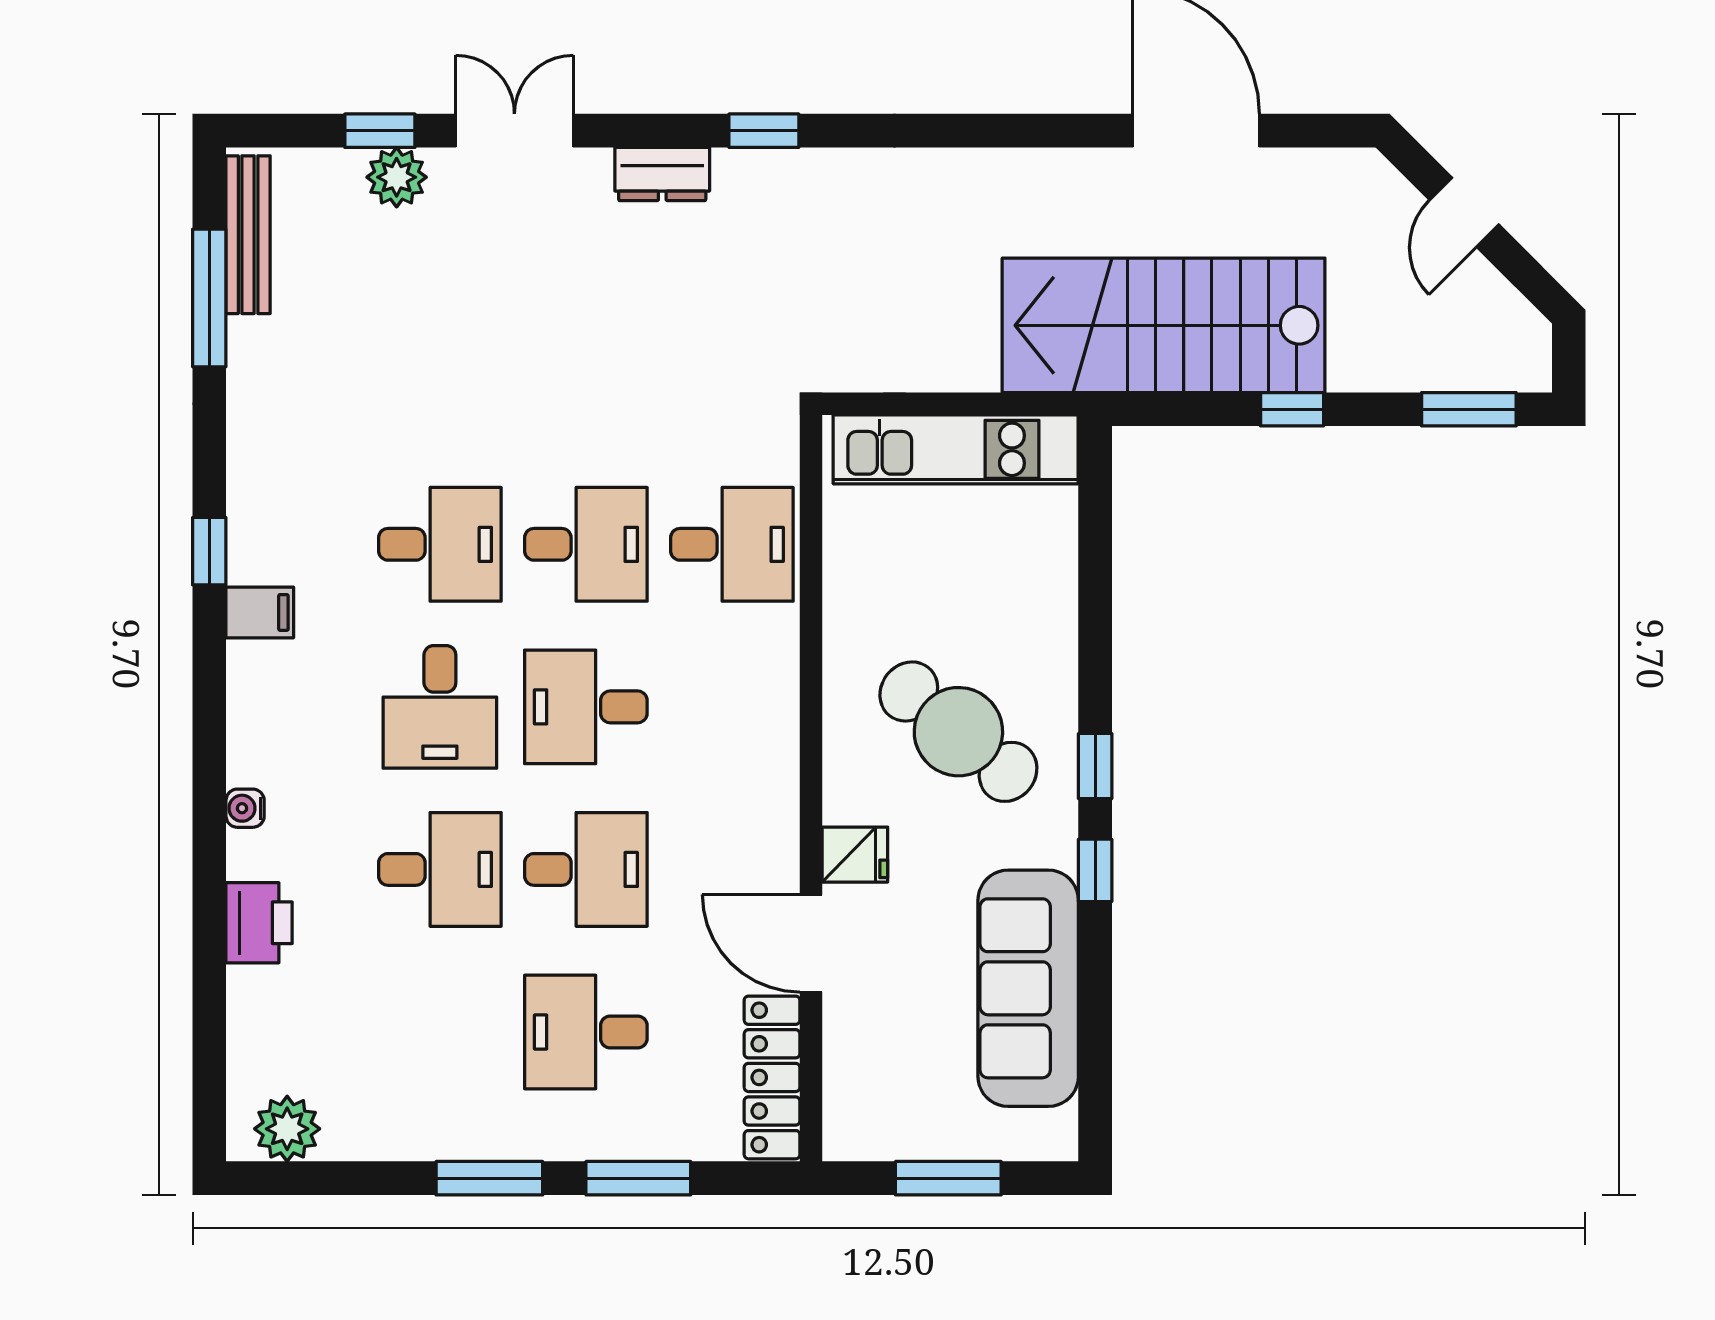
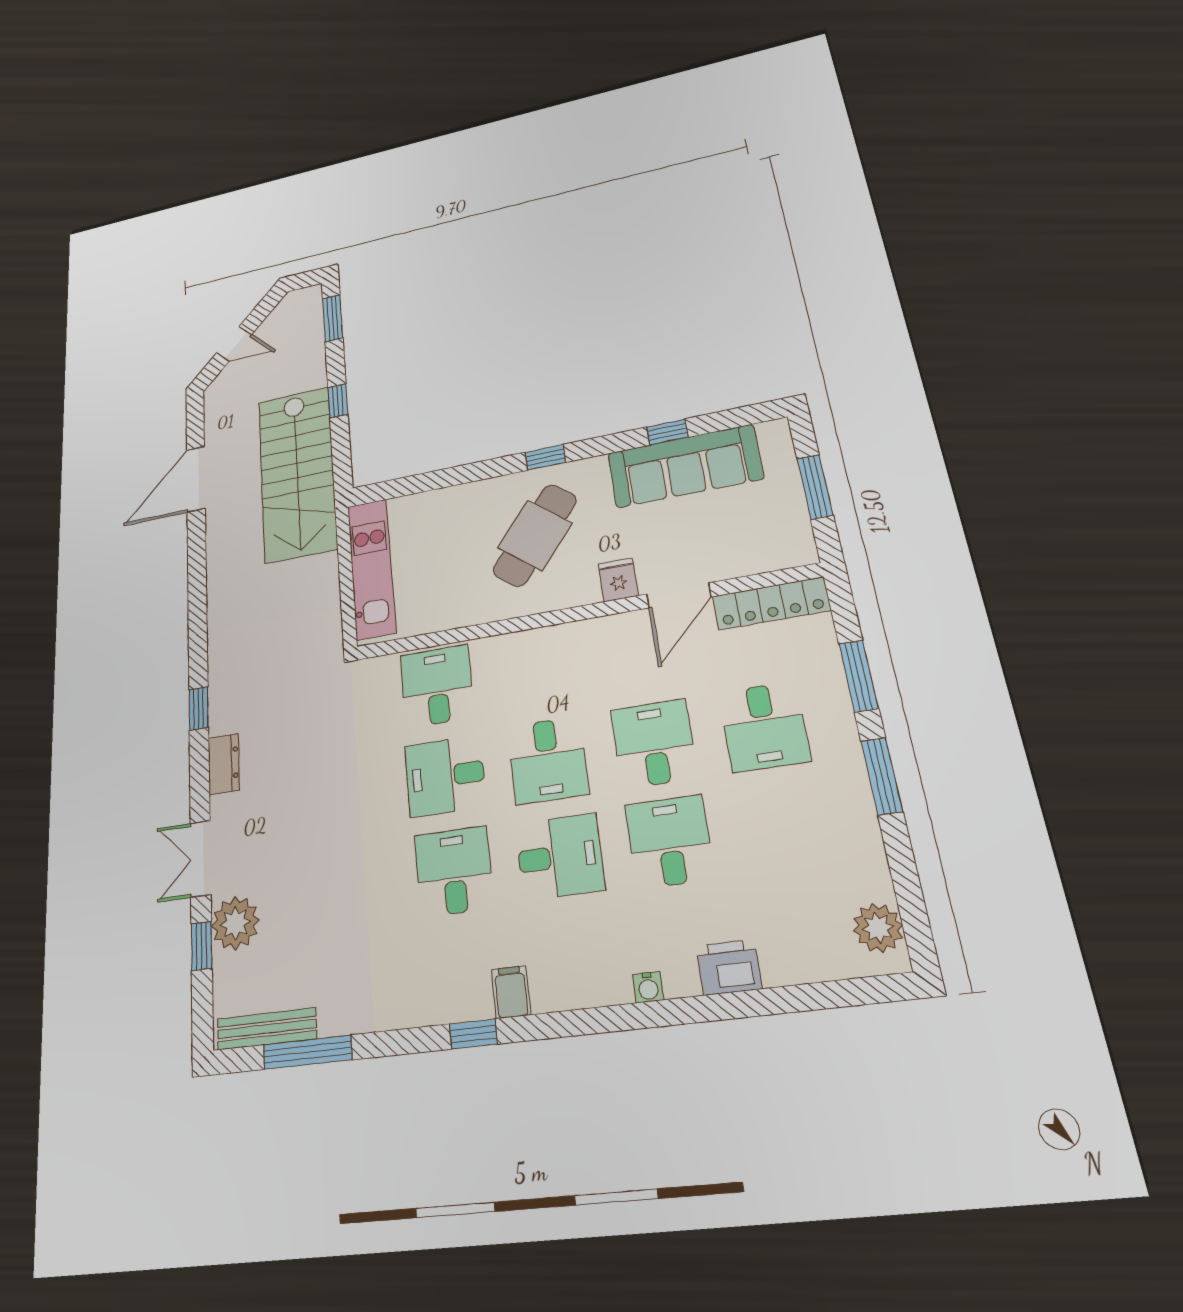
plant: (397, 177) -> (235, 923), width x1.36, depth x1.36
desk: (586, 544) -> (445, 776), turned -90
window: (1095, 870) -> (667, 432), moved

